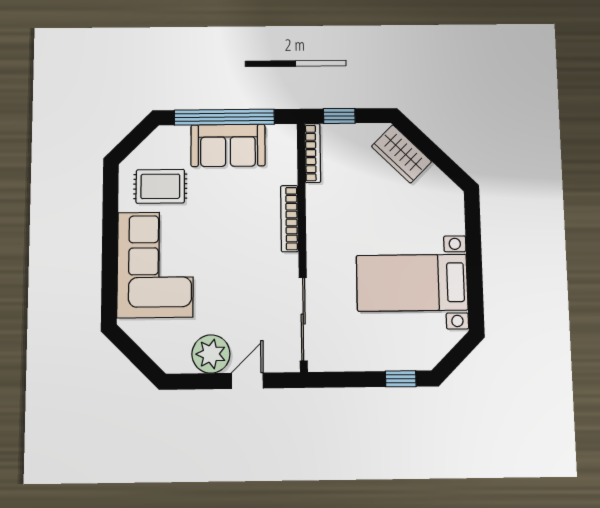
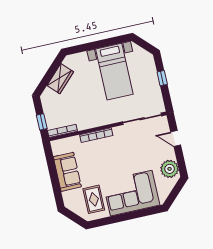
window: (224, 117) -> (54, 177), removed
wardrobe: (402, 154) -> (60, 79), moved
plant: (211, 354) -> (170, 169), moved
window: (401, 379) -> (162, 78), moved

